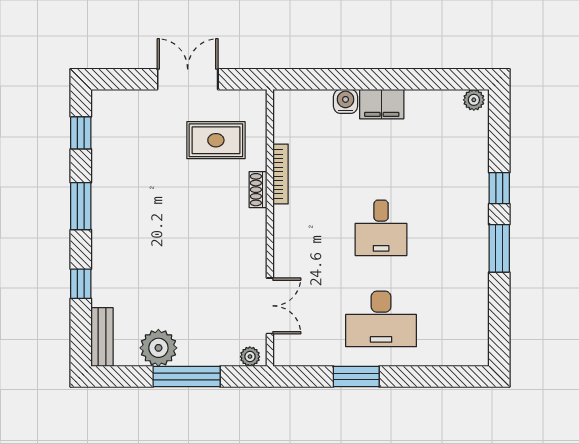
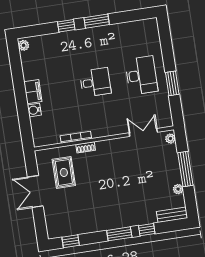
window: (81, 206) -> (119, 234), moved
plant: (158, 348) -> (178, 189), width x0.53, depth x0.53

